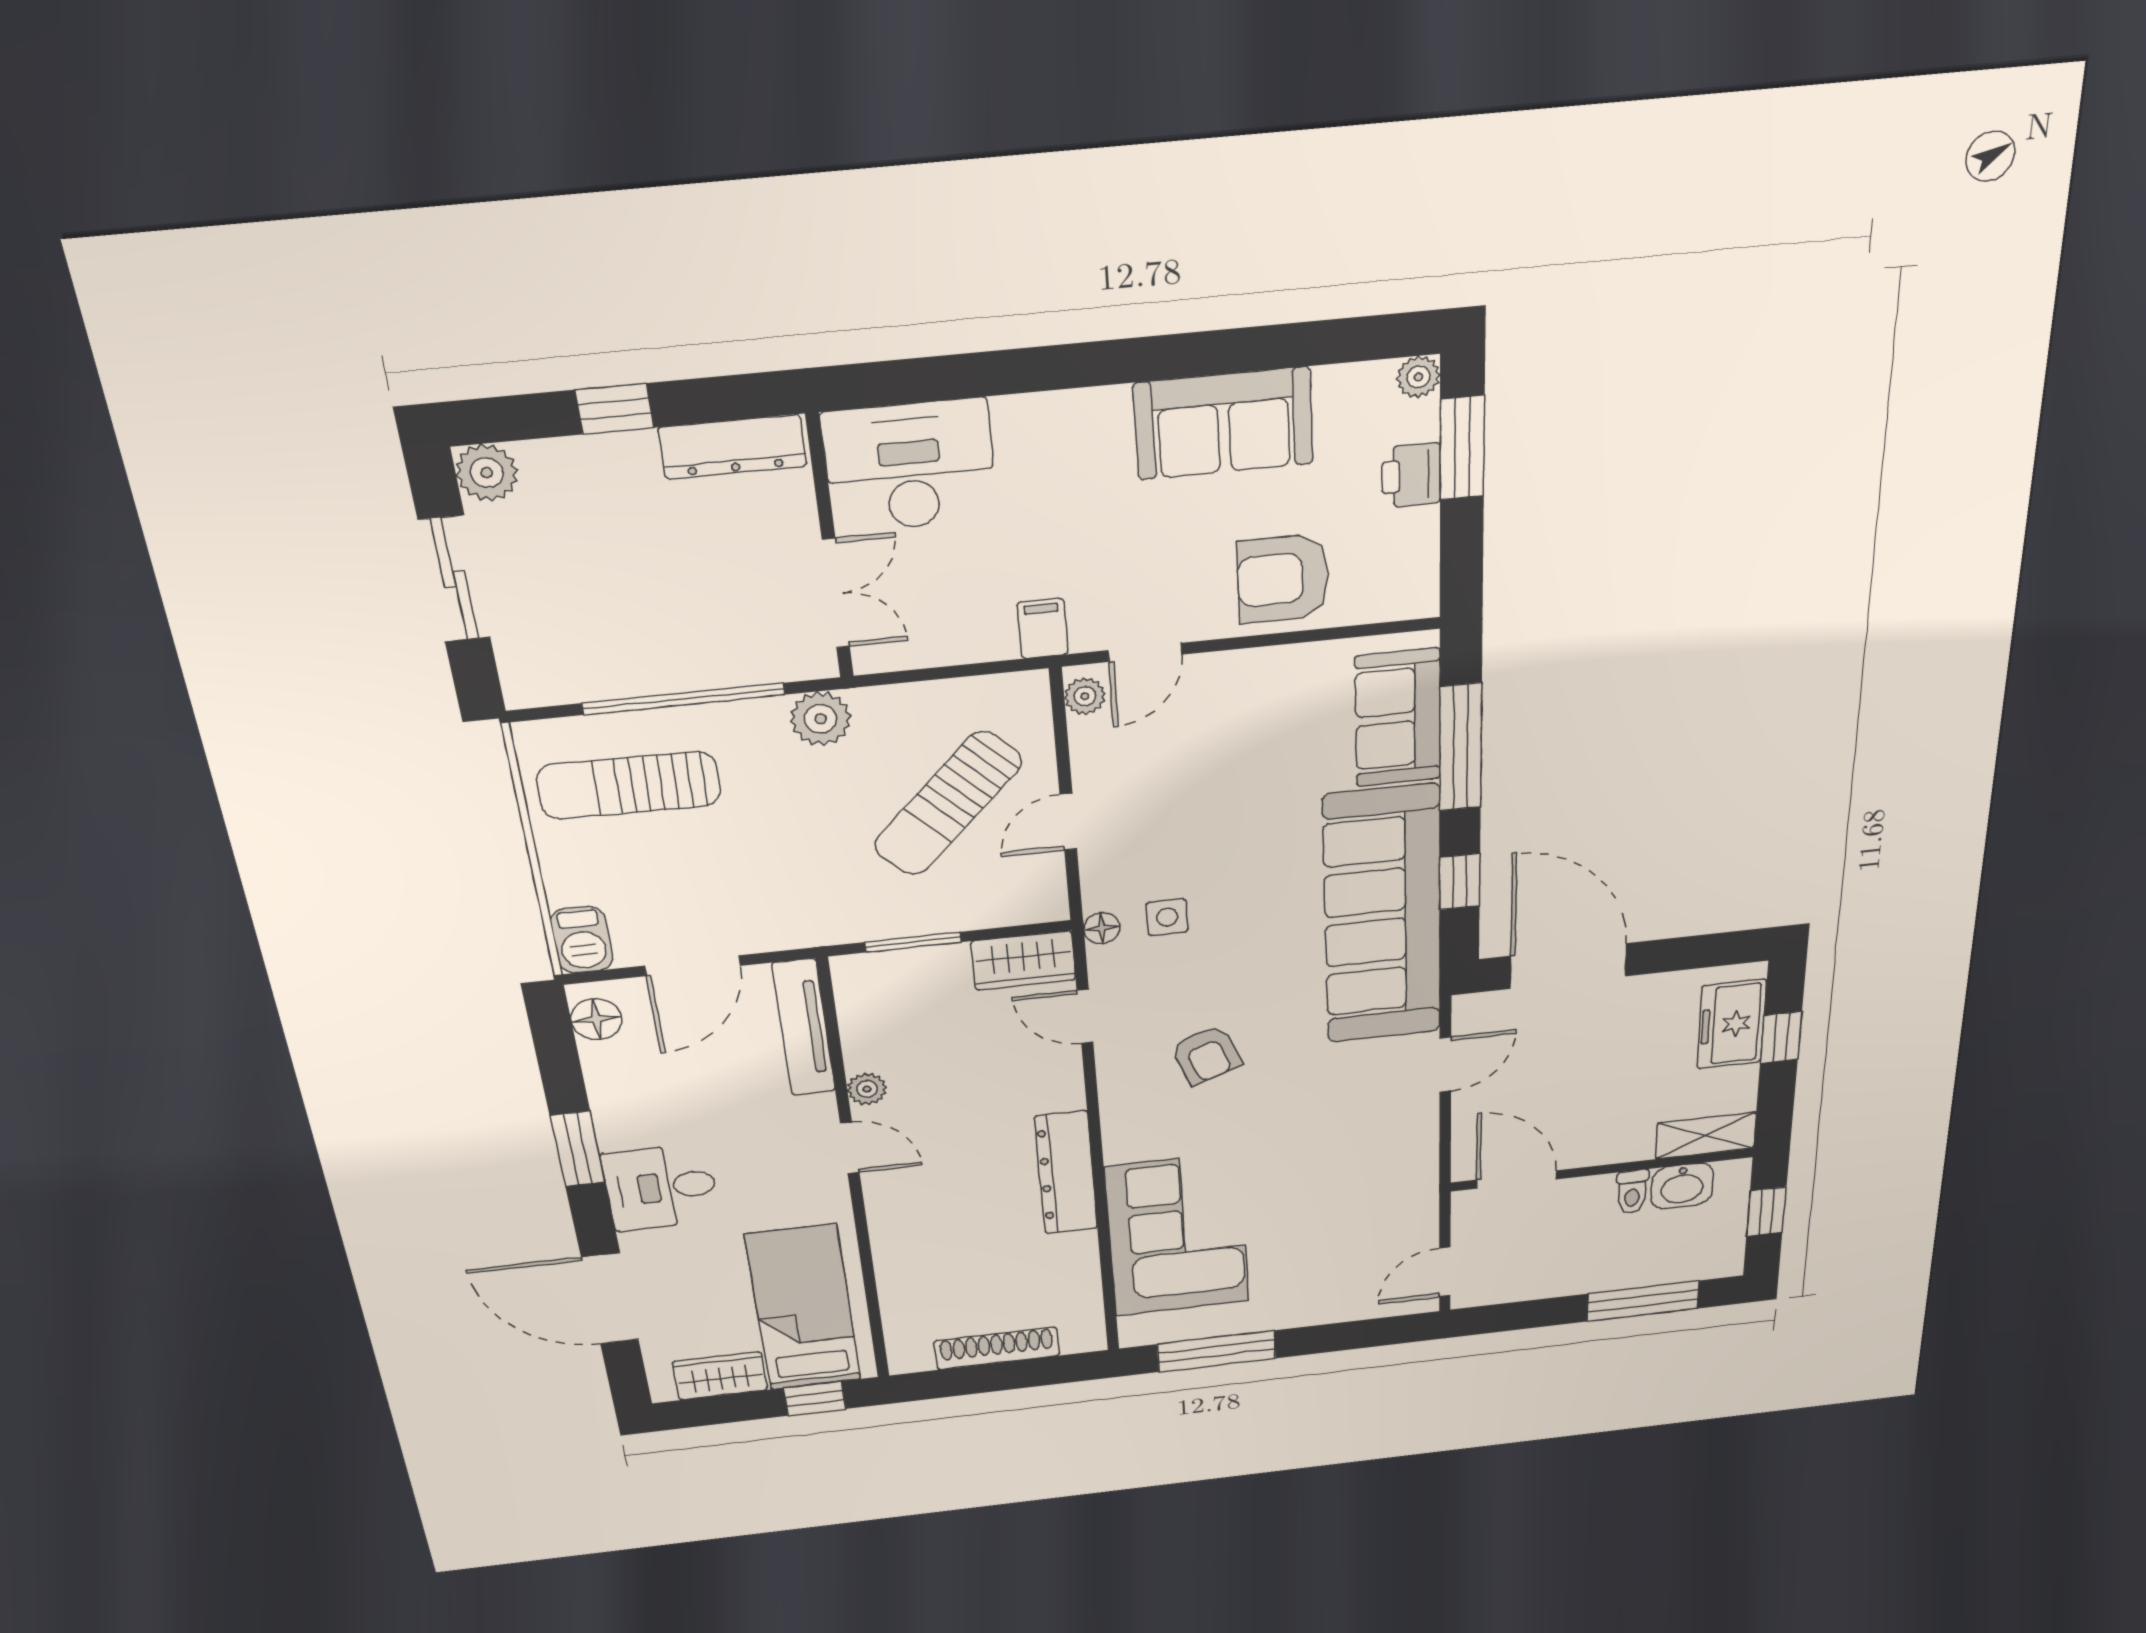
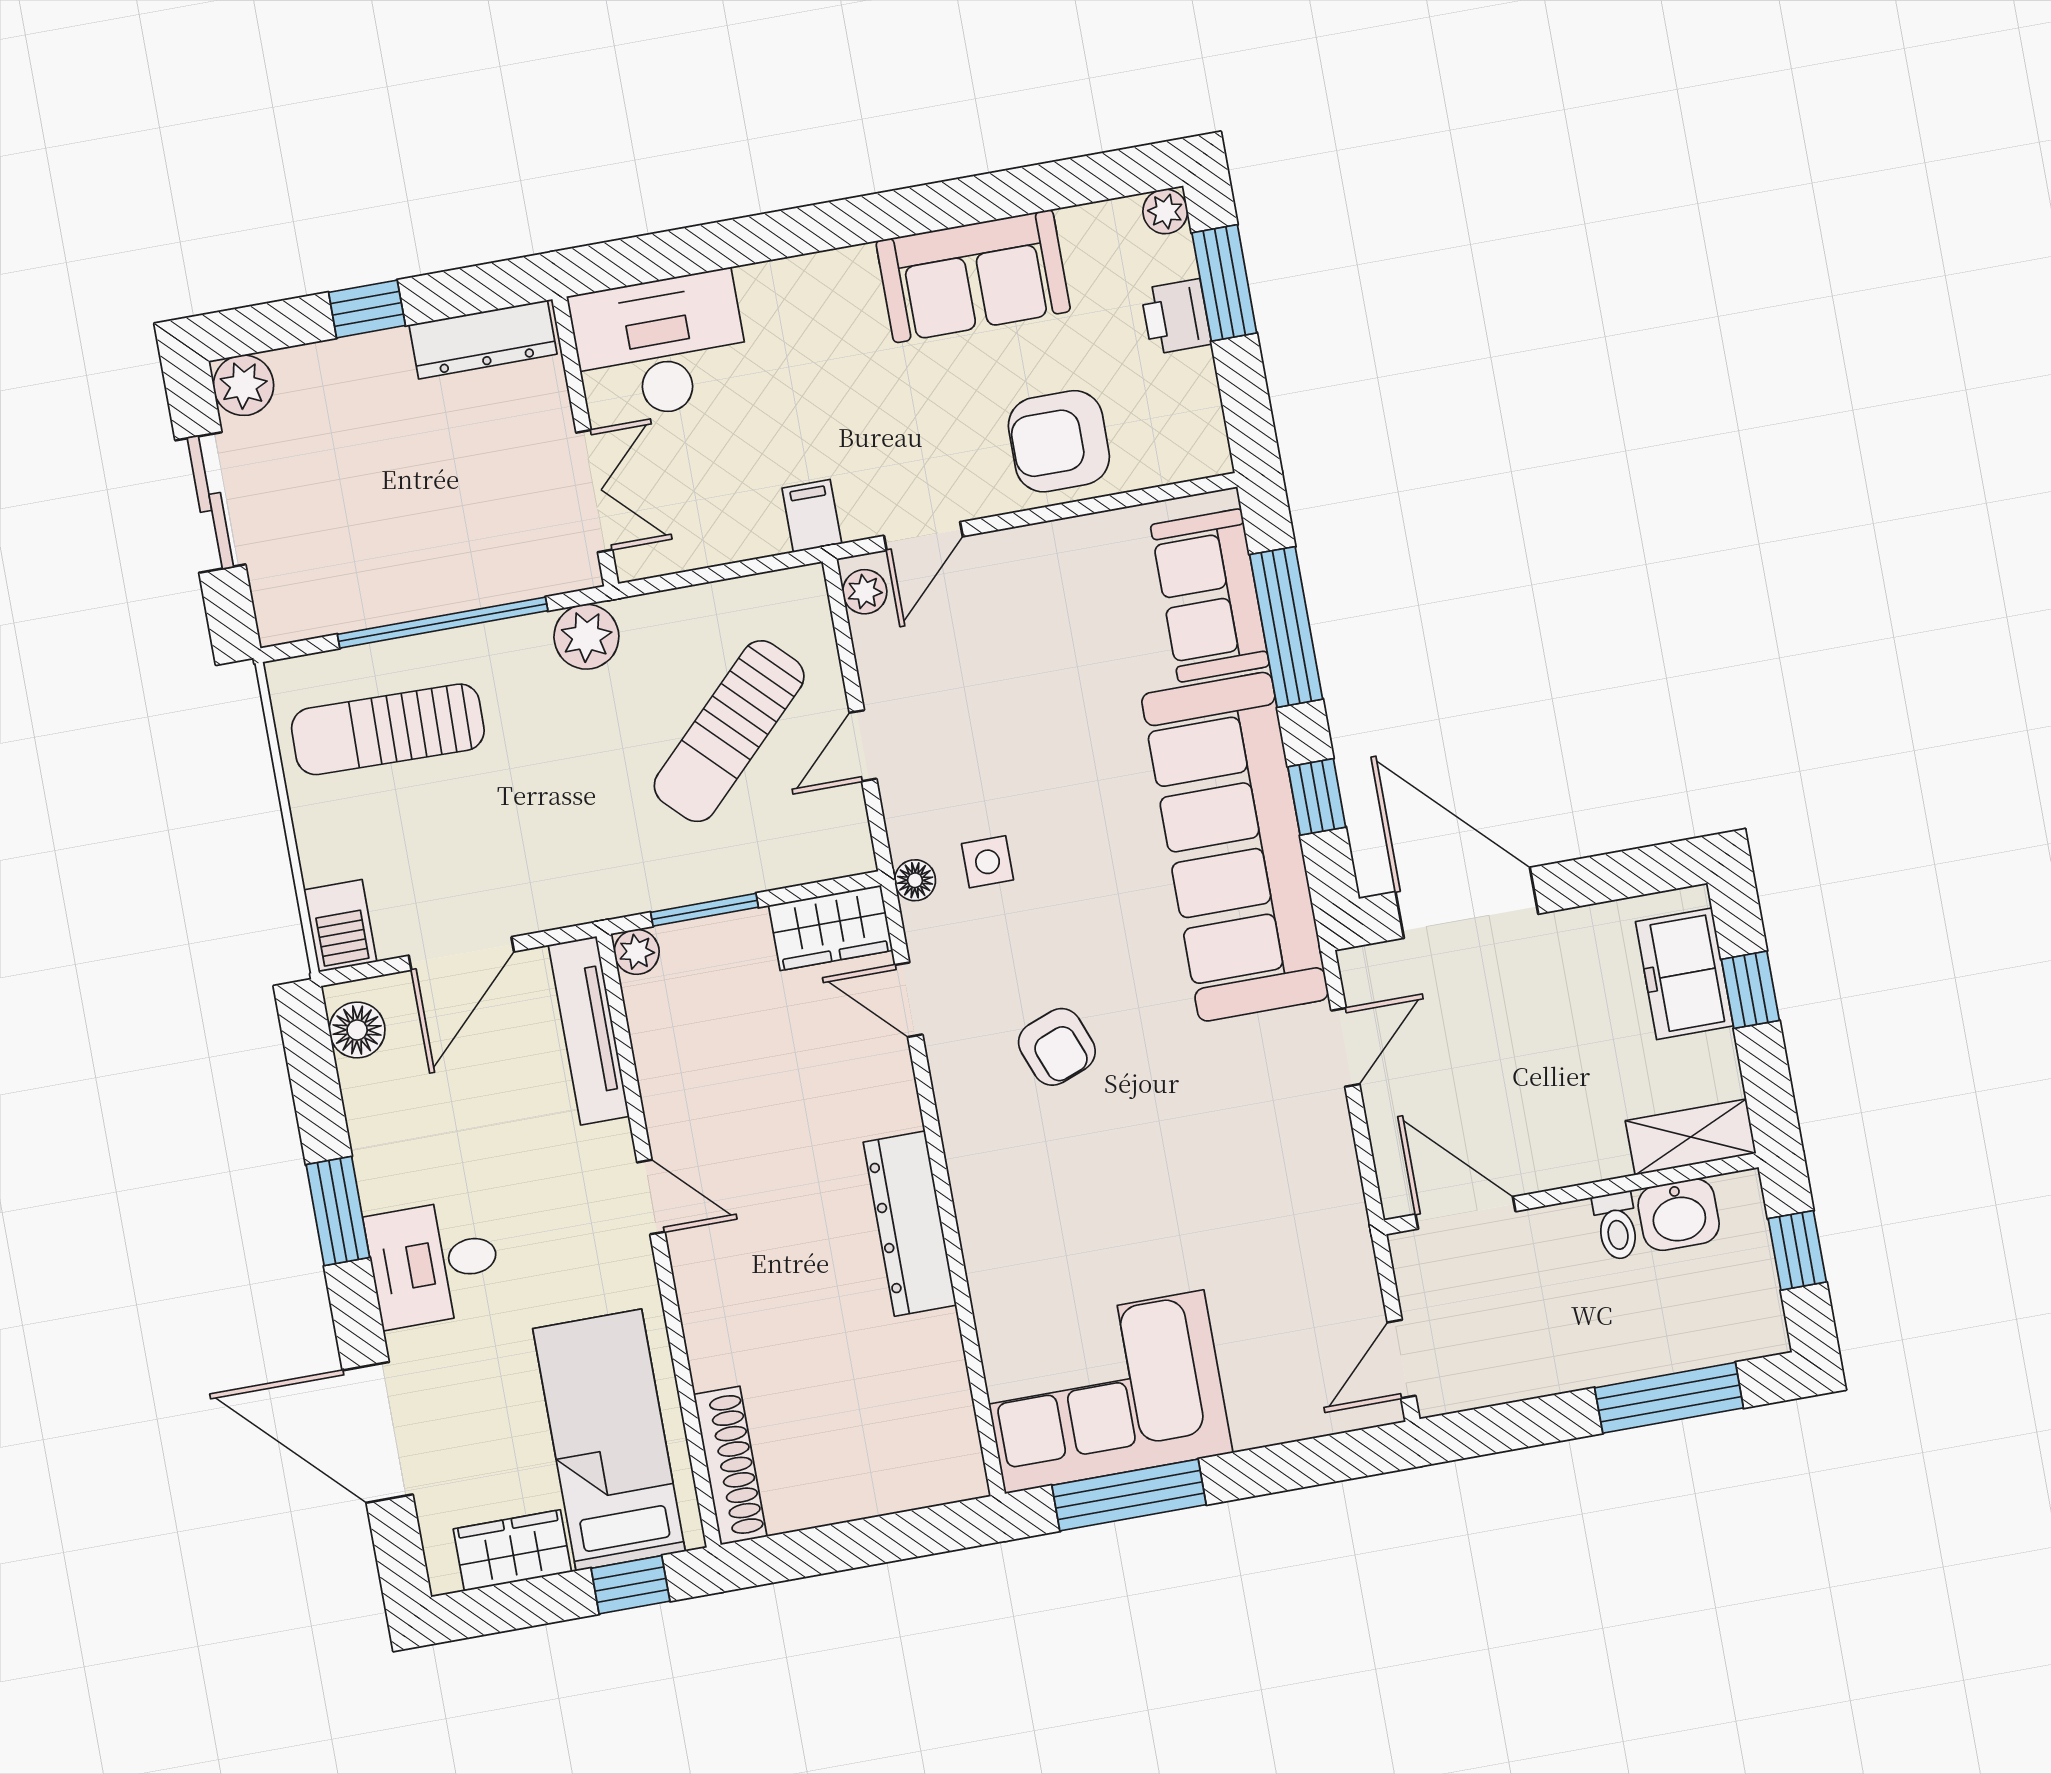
plant: (867, 1089) -> (637, 952), moved
corner sofa: (1178, 1235) -> (1104, 1392), moved, turned -90
shoe rack: (997, 1348) -> (730, 1466), moved, turned 90

